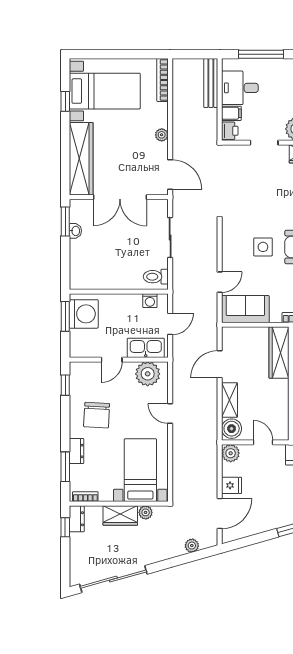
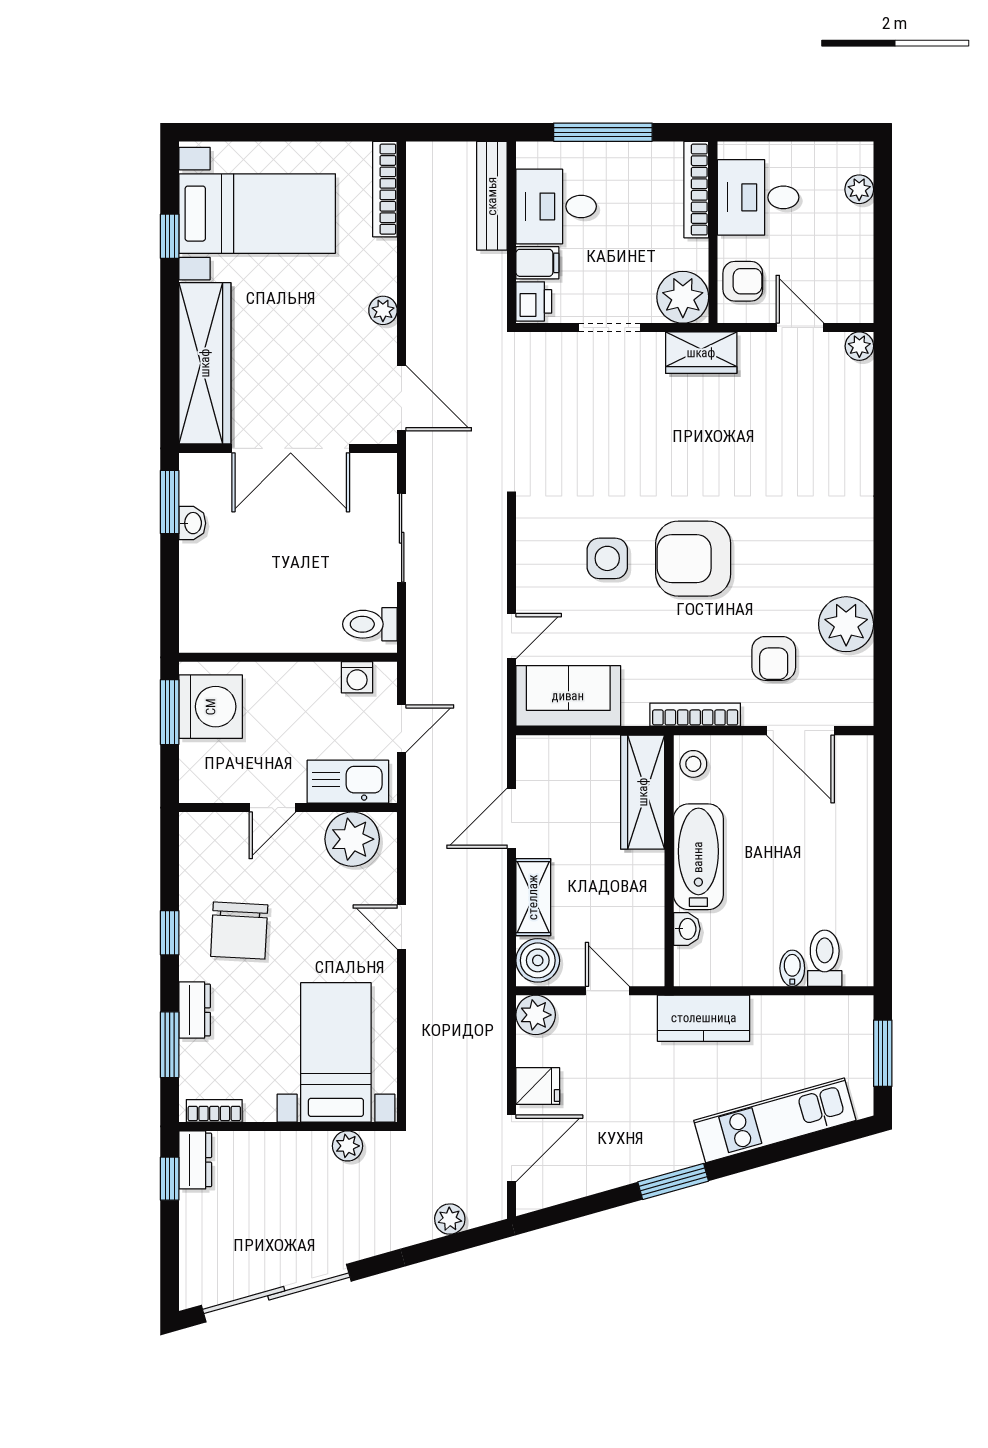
window: (65, 385) -> (170, 933), moved
wardrobe: (120, 516) -> (292, 1153), removed

